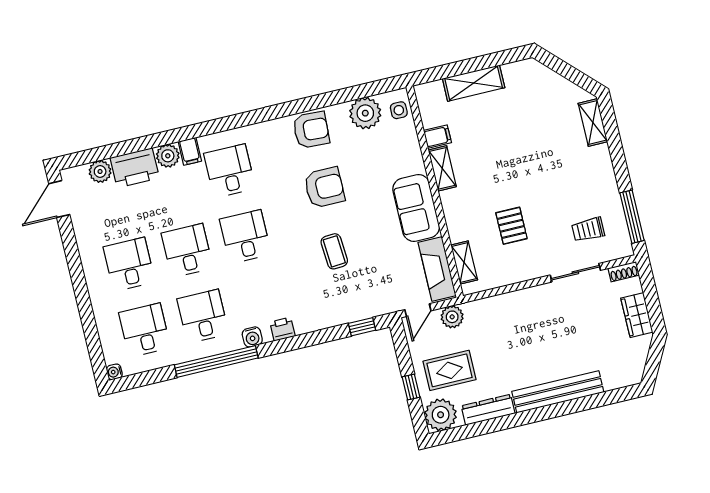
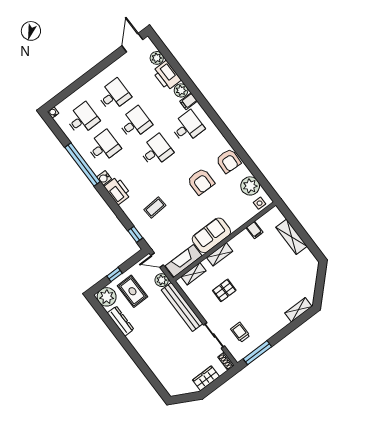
shelving: (442, 168) -> (220, 254), moved
door: (59, 199) -> (132, 43), hinge flipped
coffee table: (334, 251) -> (155, 207), moved
printer: (282, 329) -> (118, 191), width x1.87, depth x1.48
bench: (558, 392) -> (182, 307), moved

